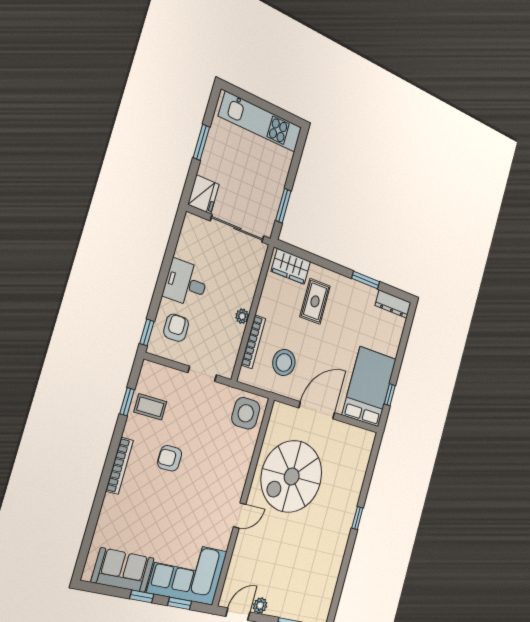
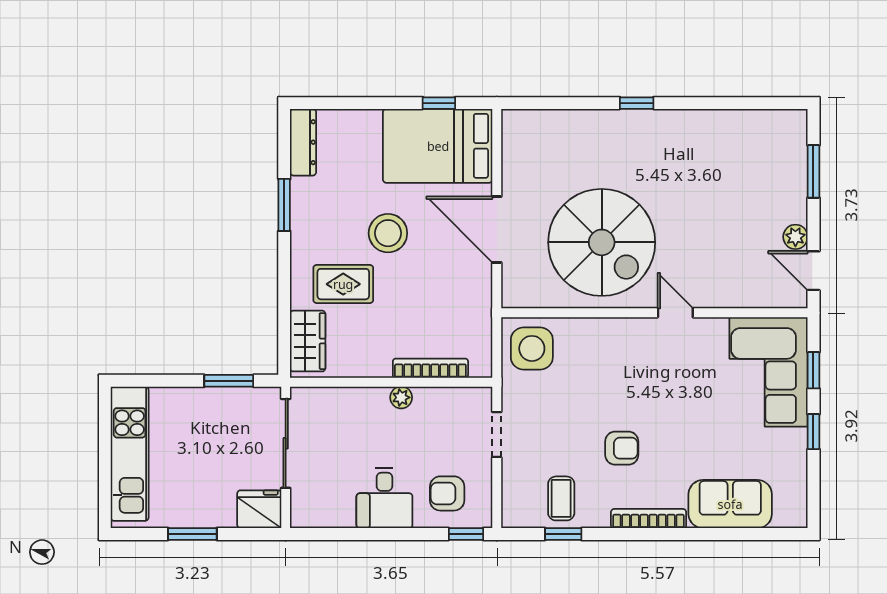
stool: (284, 362) -> (388, 233), moved
armchair: (170, 458) -> (622, 448), turned -90
sofa: (123, 570) -> (730, 504), moved, turned 90

